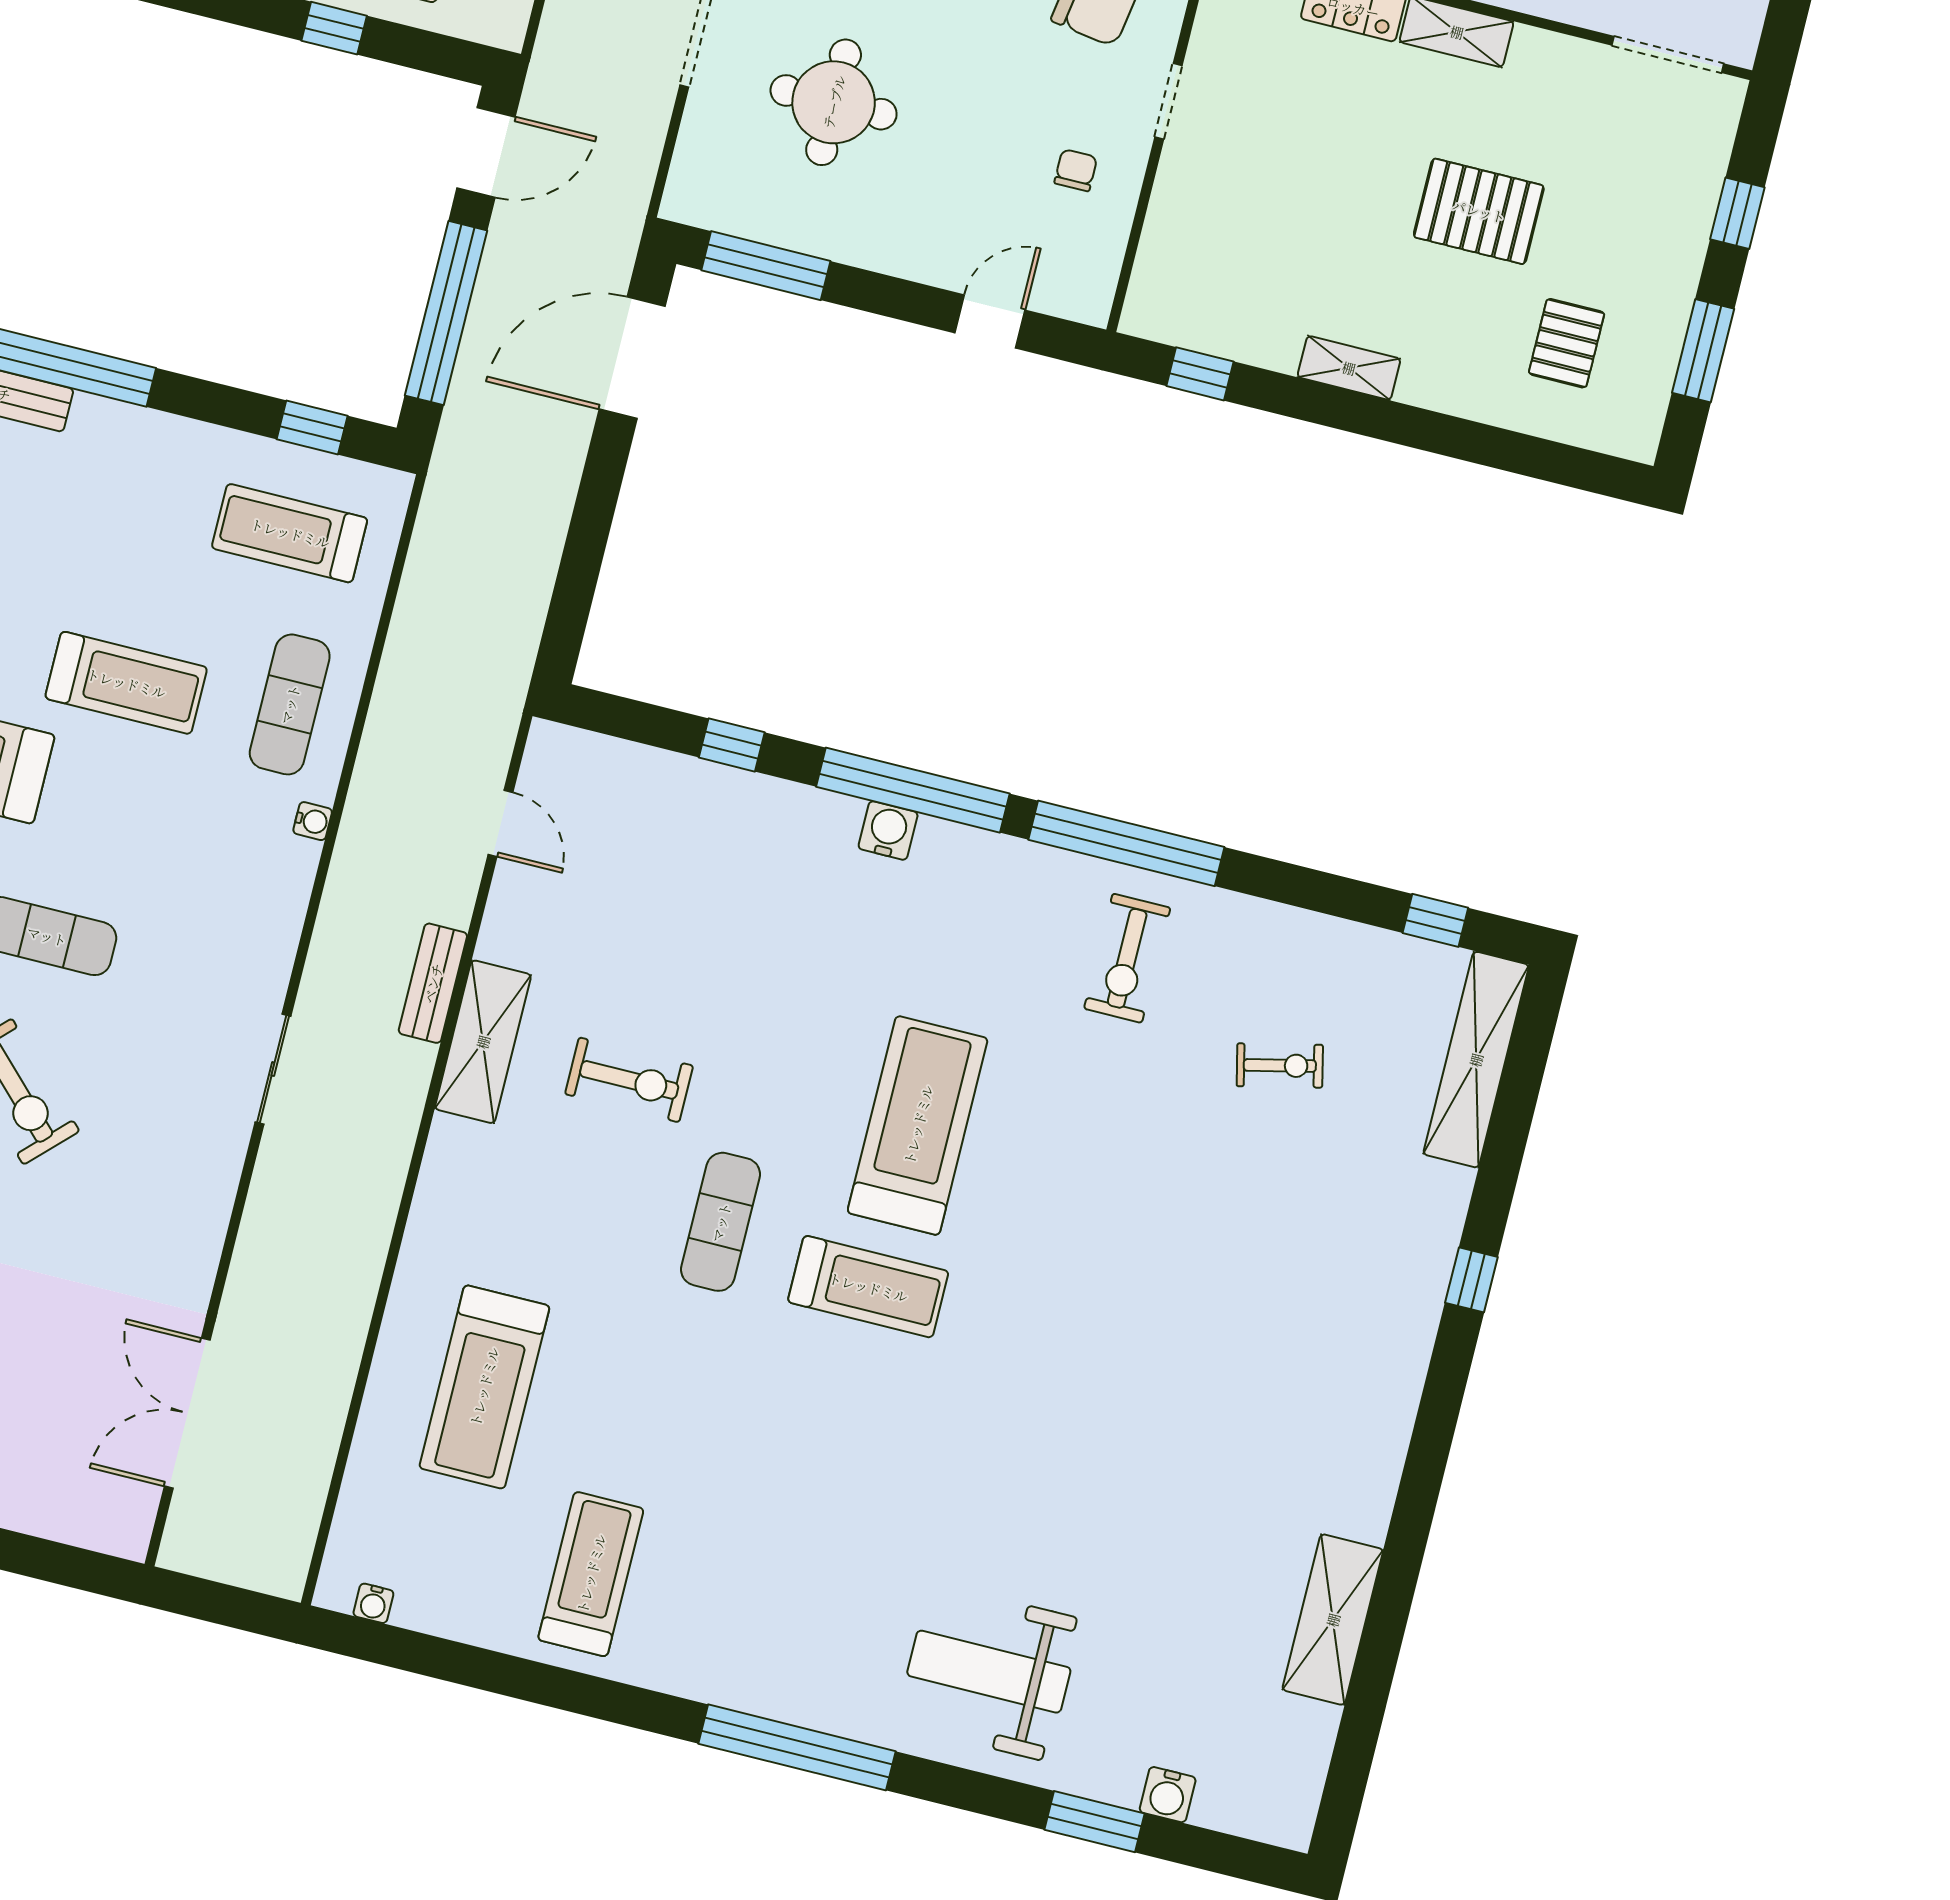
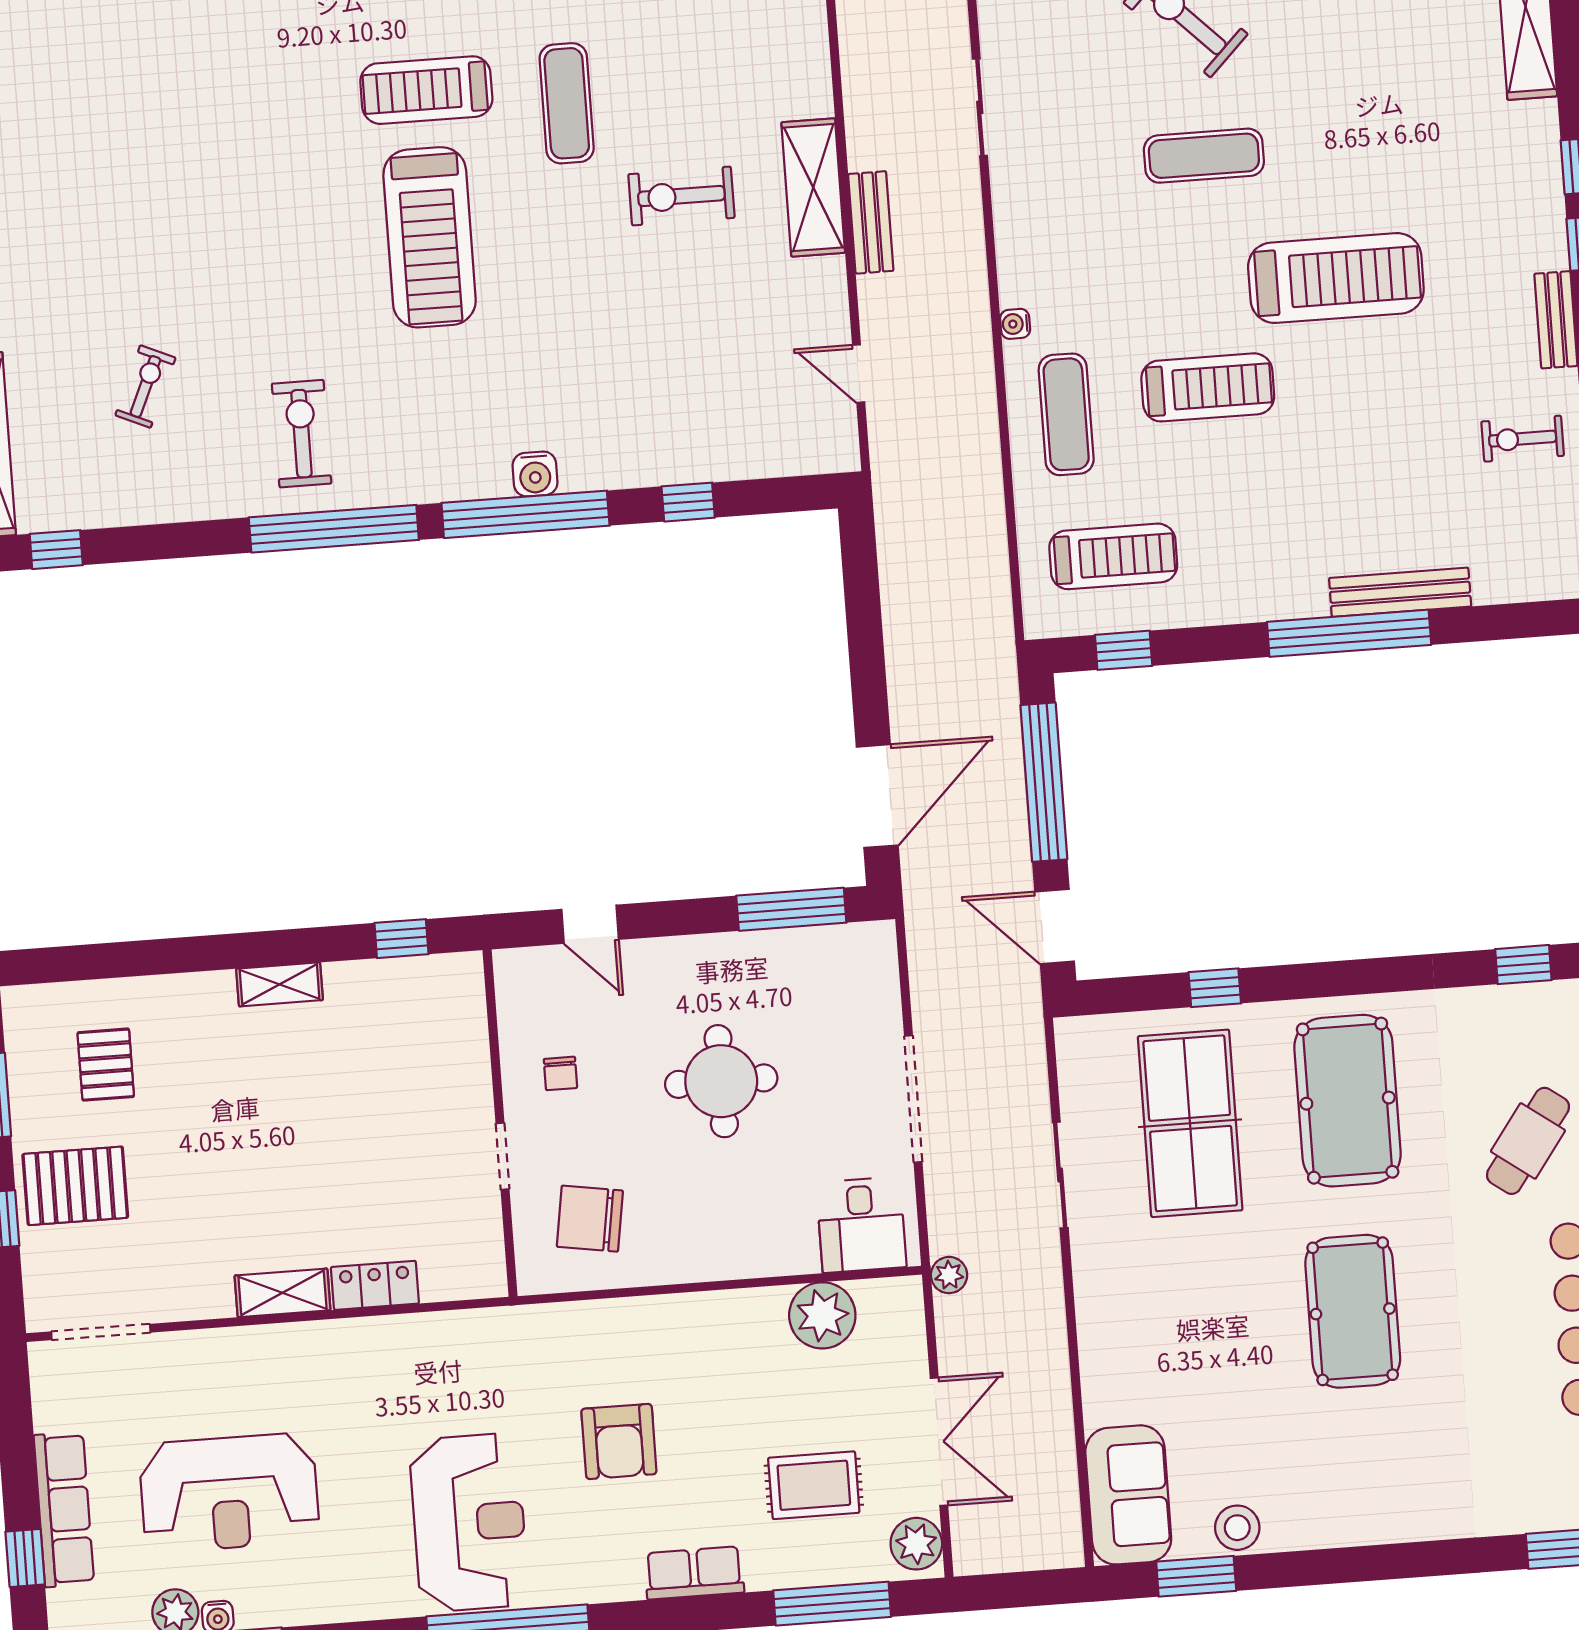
round table: (834, 102) -> (721, 1081), moved
door: (486, 152) -> (1055, 926), hinge flipped
pallet: (1479, 211) -> (75, 1186), moved
door: (990, 321) -> (590, 924), hinge flipped
treadmill: (126, 683) -> (1208, 387), turned 180
exercise bike: (1280, 1066) -> (145, 387), turned 127

